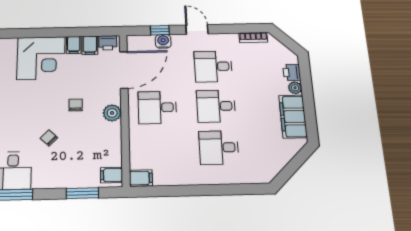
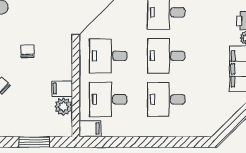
plant: (112, 113) -> (63, 107), moved
desk: (159, 149) -> (108, 99), added
filing cabinet: (112, 175) -> (62, 89), moved

